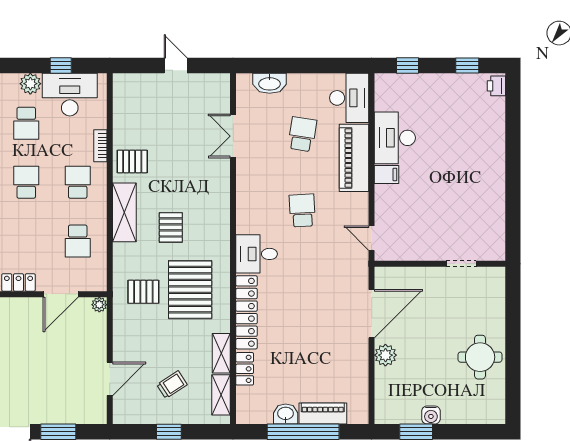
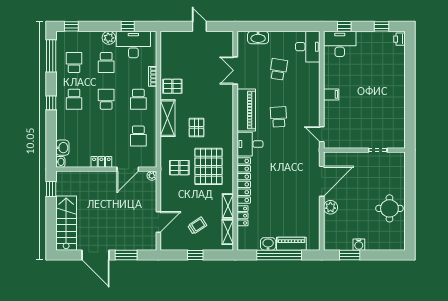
desk: (395, 138) -> (340, 44), moved, turned 90
piano: (354, 158) -> (246, 110), moved, turned 180
school desk: (78, 182) -> (138, 99), turned 180

